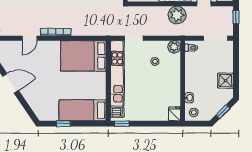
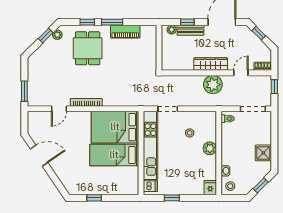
plant: (174, 47) -> (210, 148), moved
bed: (83, 110) -> (114, 155), moved
window: (122, 124) -> (172, 198), moved

